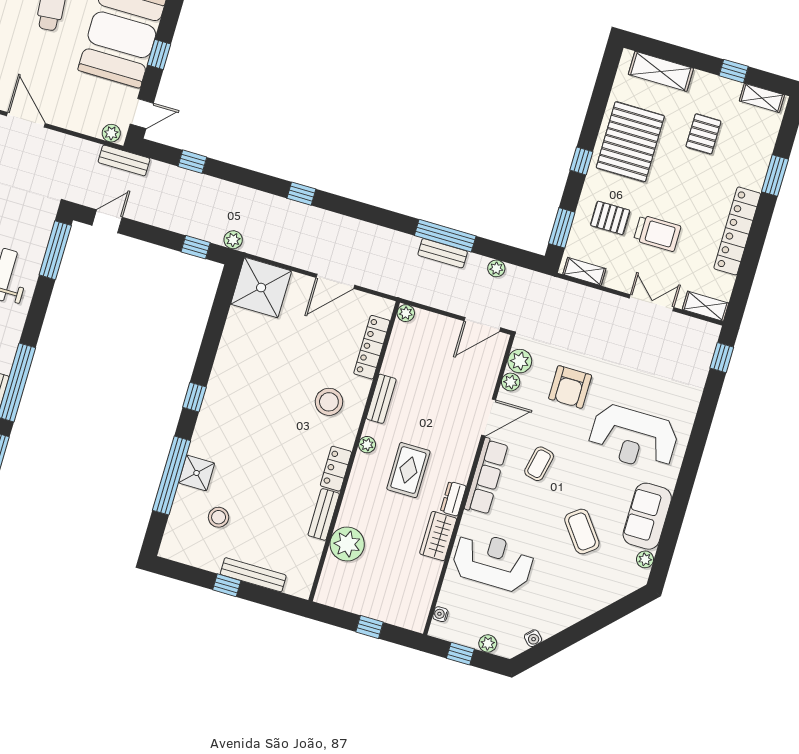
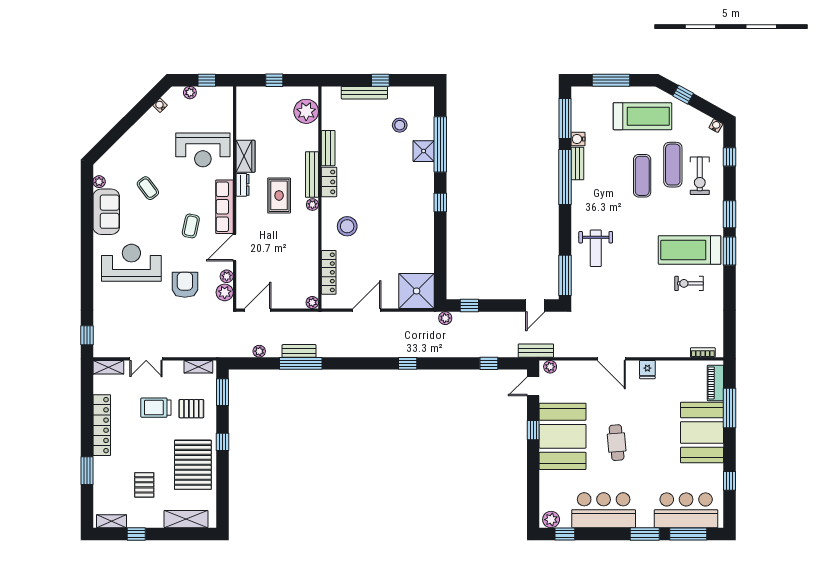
bench: (381, 399) -> (312, 174), moved, width x1.36
coffee table: (582, 531) -> (148, 188), width x0.73, depth x0.77
plant: (347, 544) -> (306, 111), moved
water cooler: (440, 614) -> (228, 103), removed

